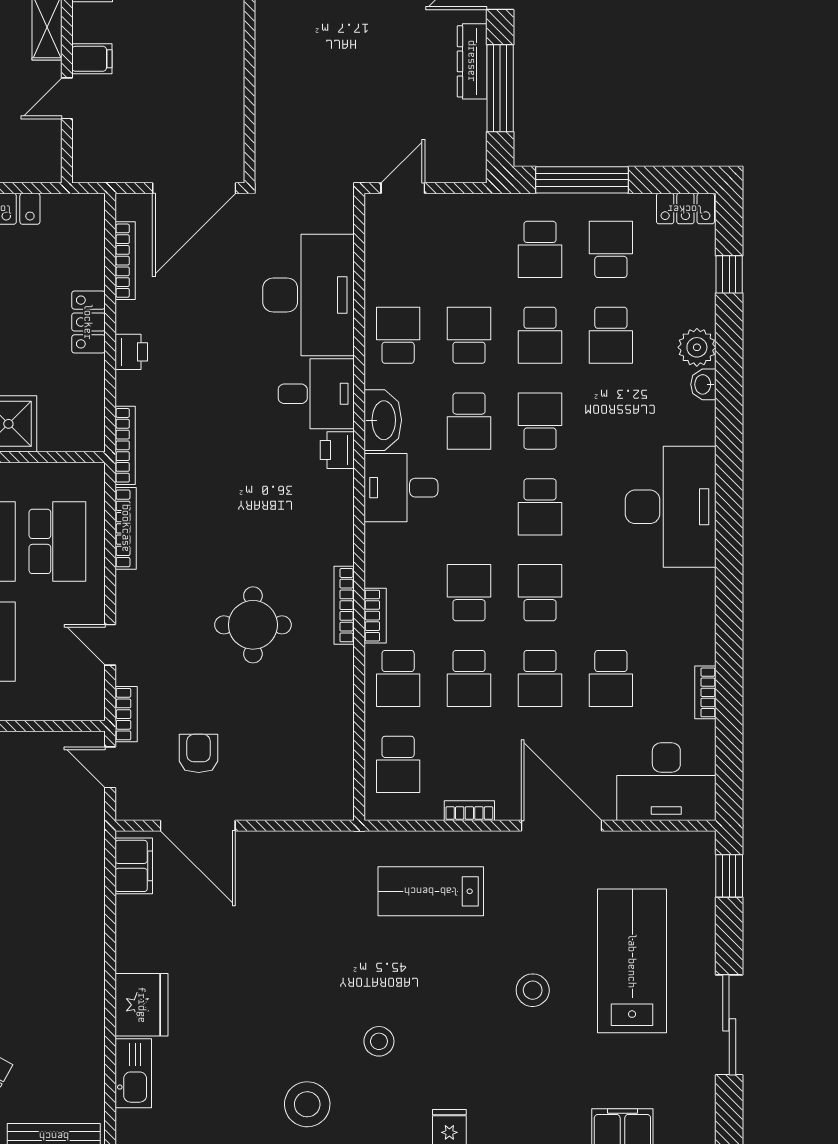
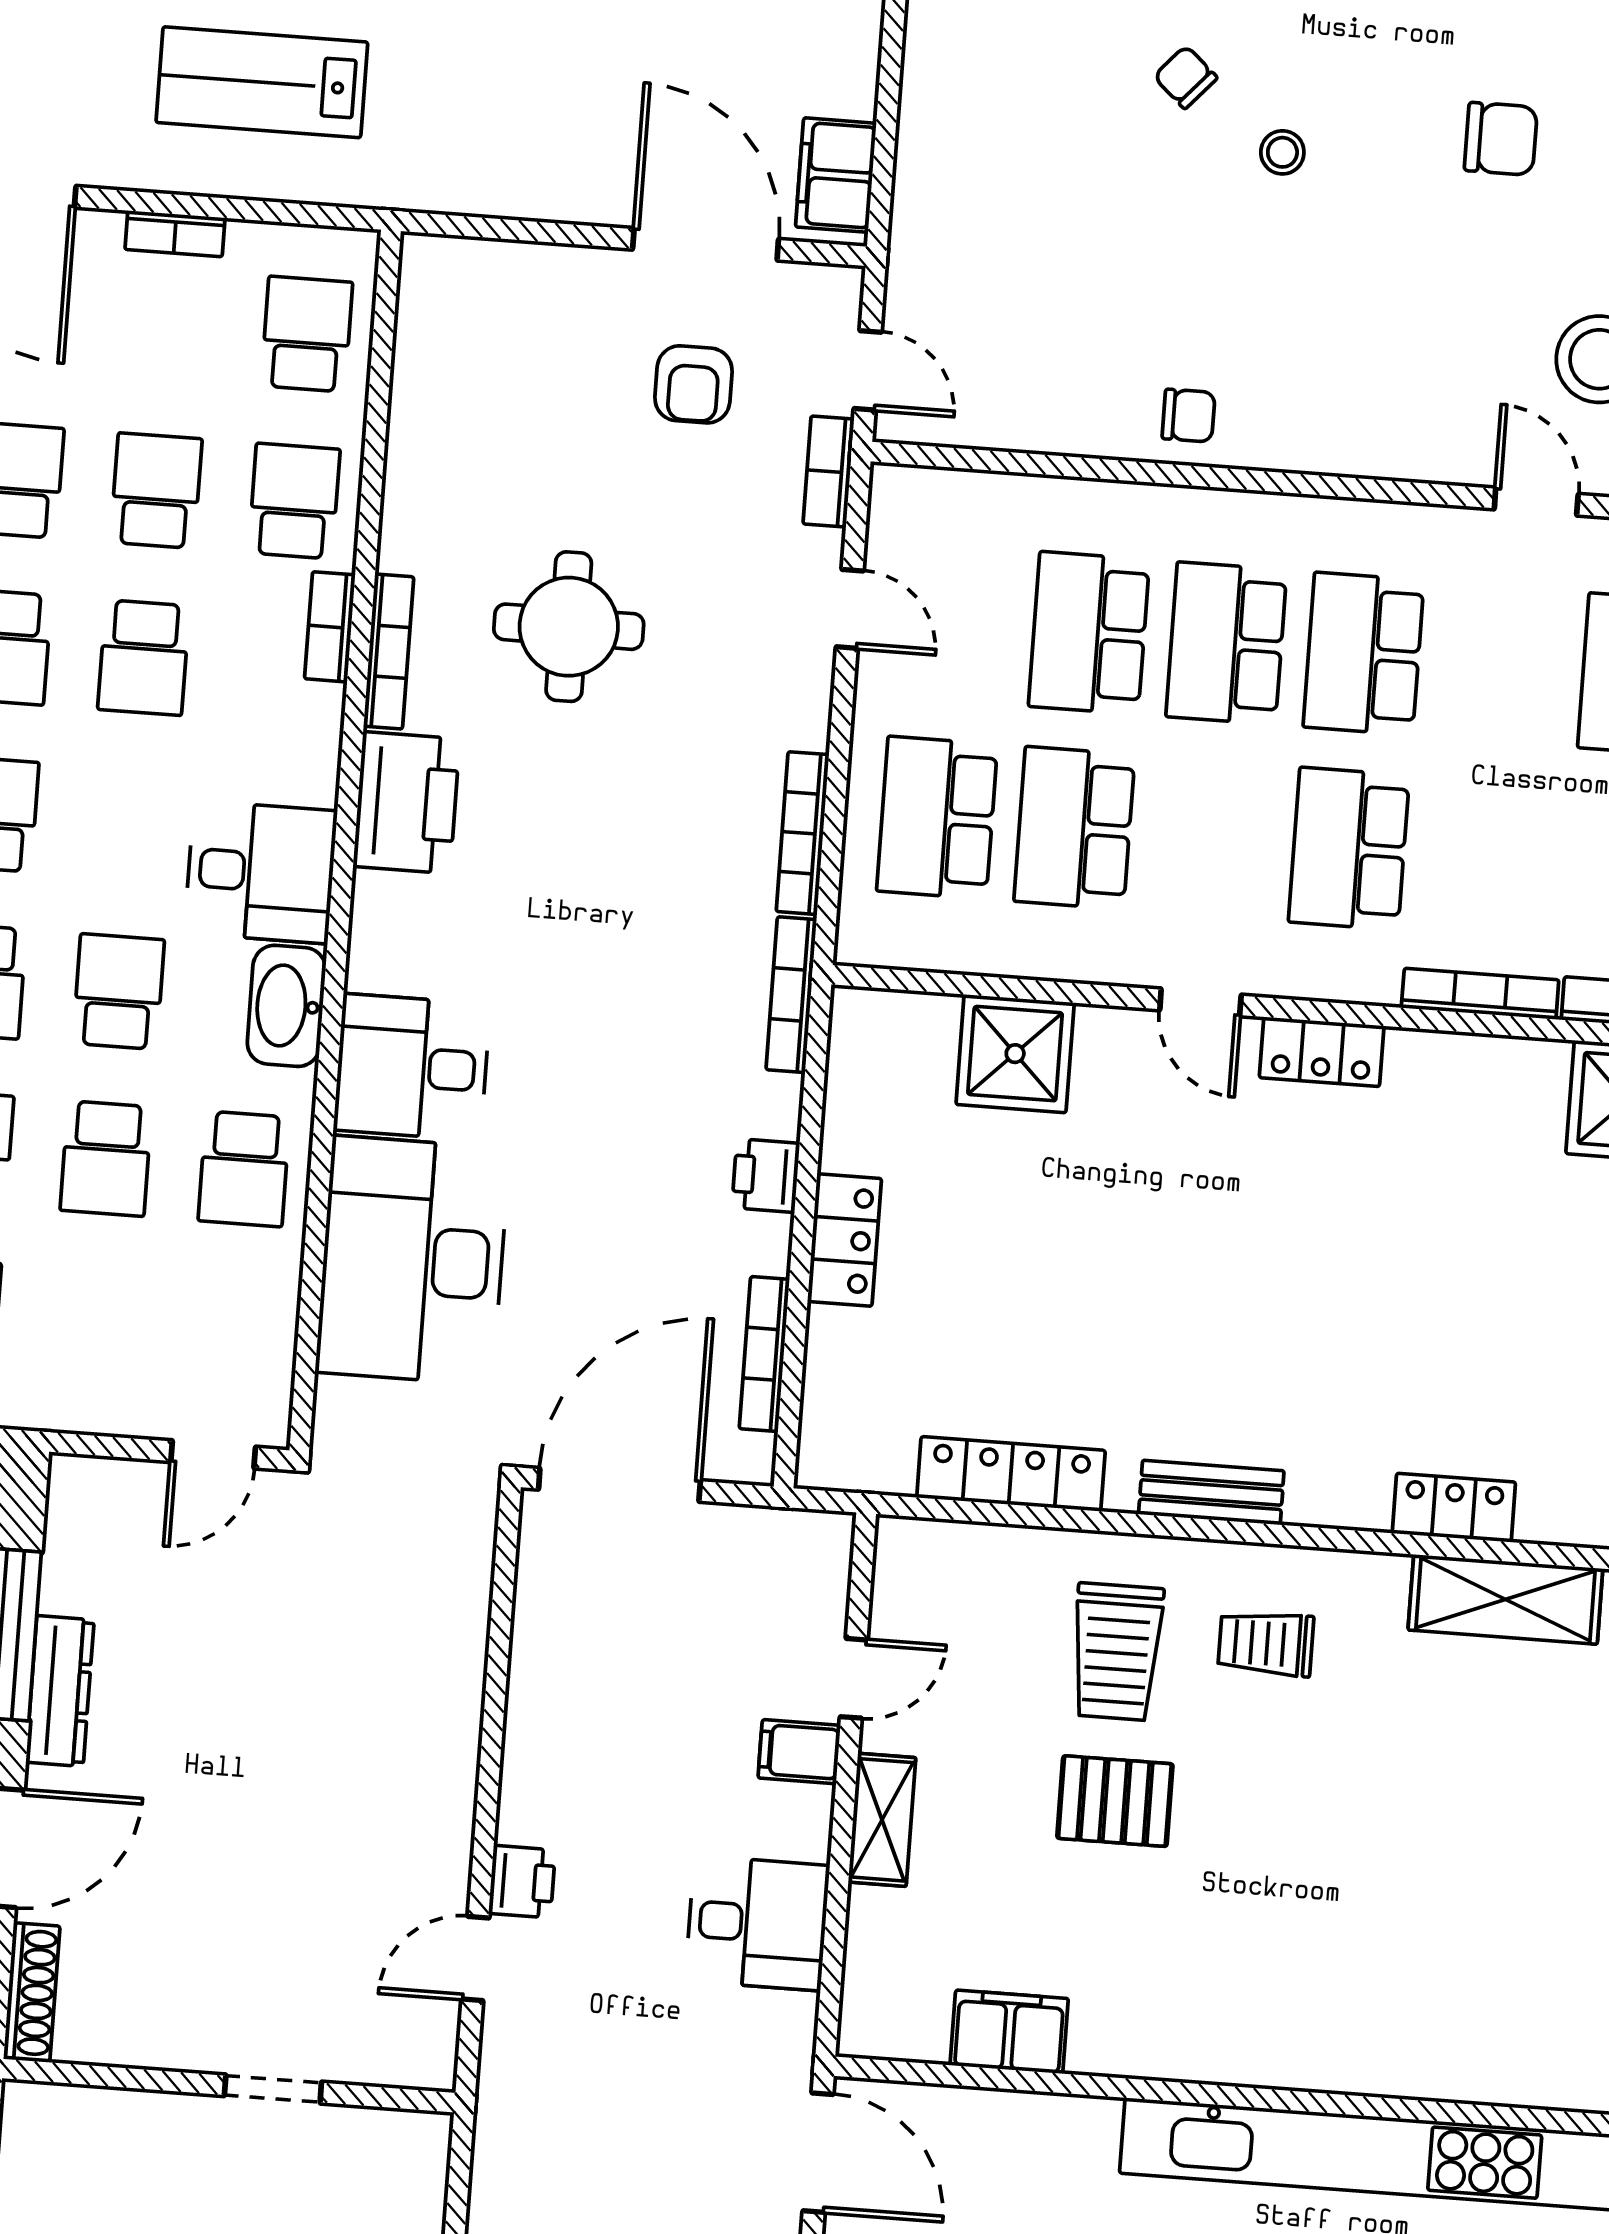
printer: (337, 450) -> (406, 803), moved, width x1.87, depth x1.48
lab bench: (431, 891) -> (262, 82), turned 180

